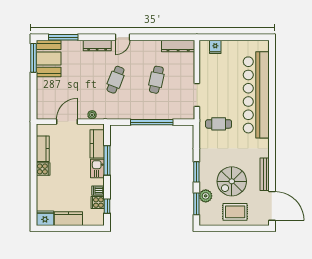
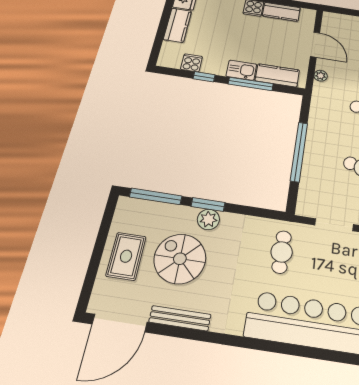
dishwasher: (98, 191) -> (209, 66), removed
plant: (206, 196) -> (208, 219), moved
window: (196, 204) -> (156, 196), width x1.44
window: (107, 206) -> (204, 77), moved

